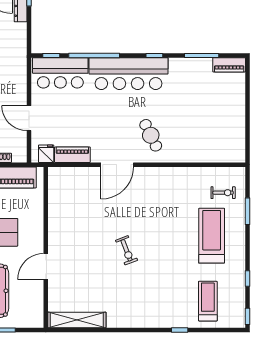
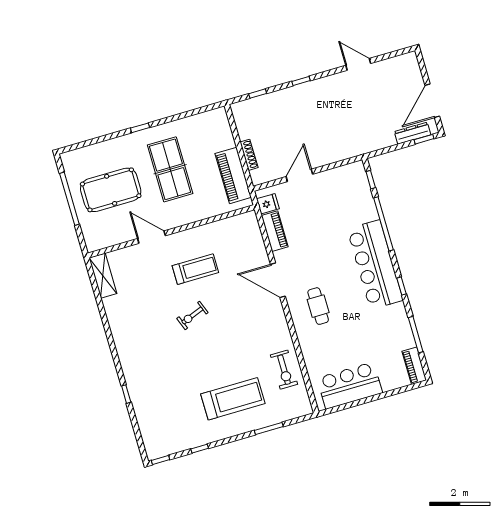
bar counter: (60, 73) -> (350, 385), moved, turned 90
cafe table: (151, 135) -> (318, 306), turned -64
exercise bike: (223, 193) -> (284, 370), moved, width x1.38, depth x1.39
treadmill: (208, 301) -> (195, 269), moved
shelving: (77, 320) -> (103, 276), width x0.68

